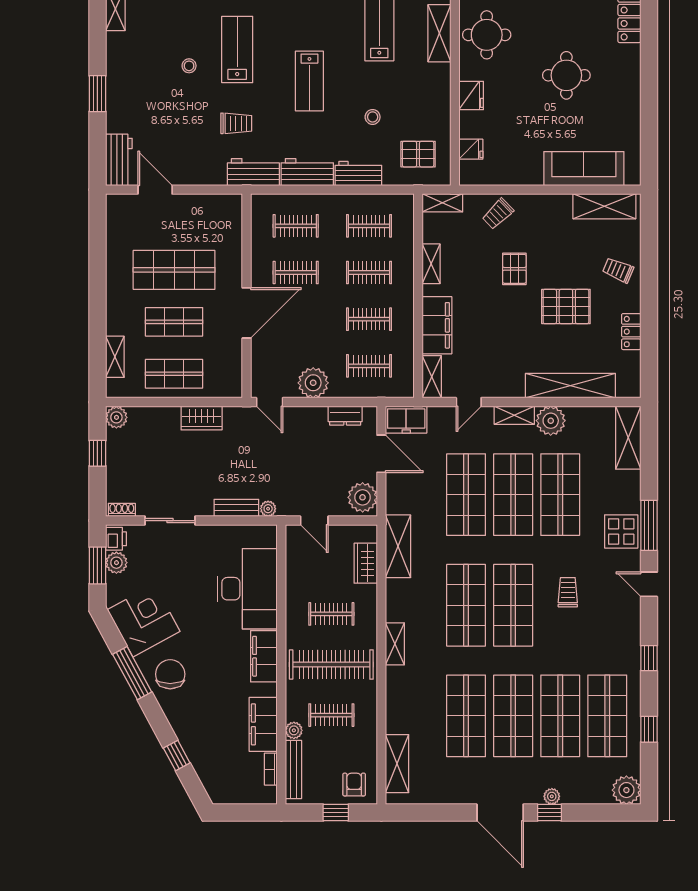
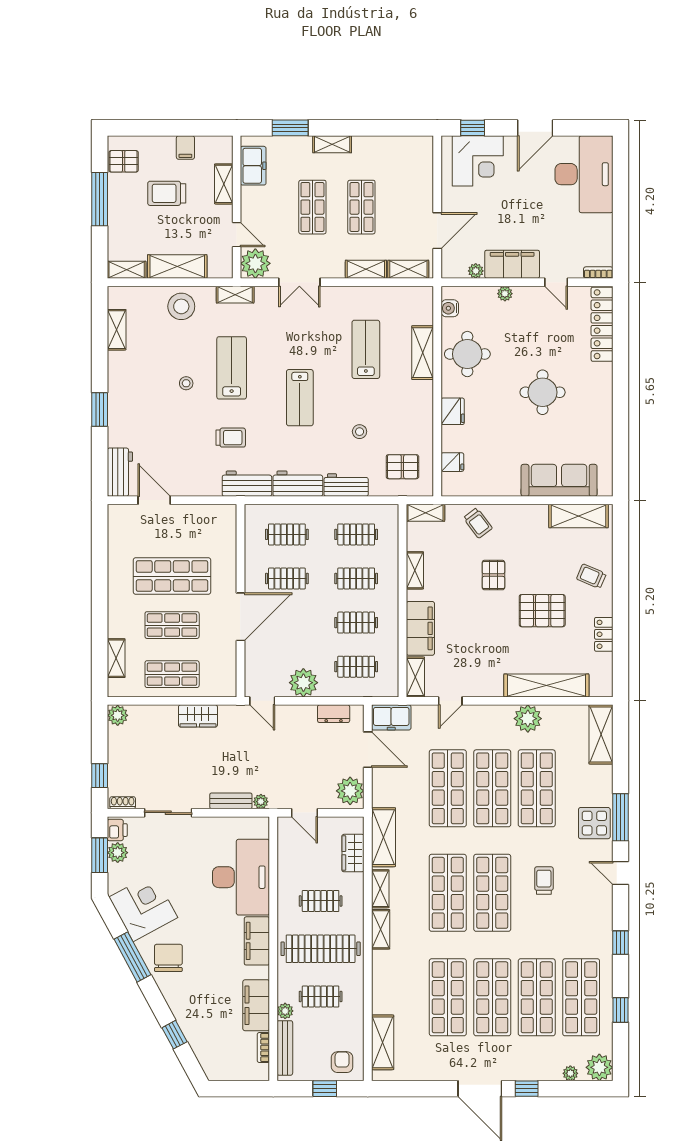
trolley: (498, 214) -> (478, 523), turned -83
shelving: (514, 415) -> (380, 889), moved, turned 90
window: (97, 453) -> (100, 776), moved
plant: (552, 796) -> (570, 1073), moved

